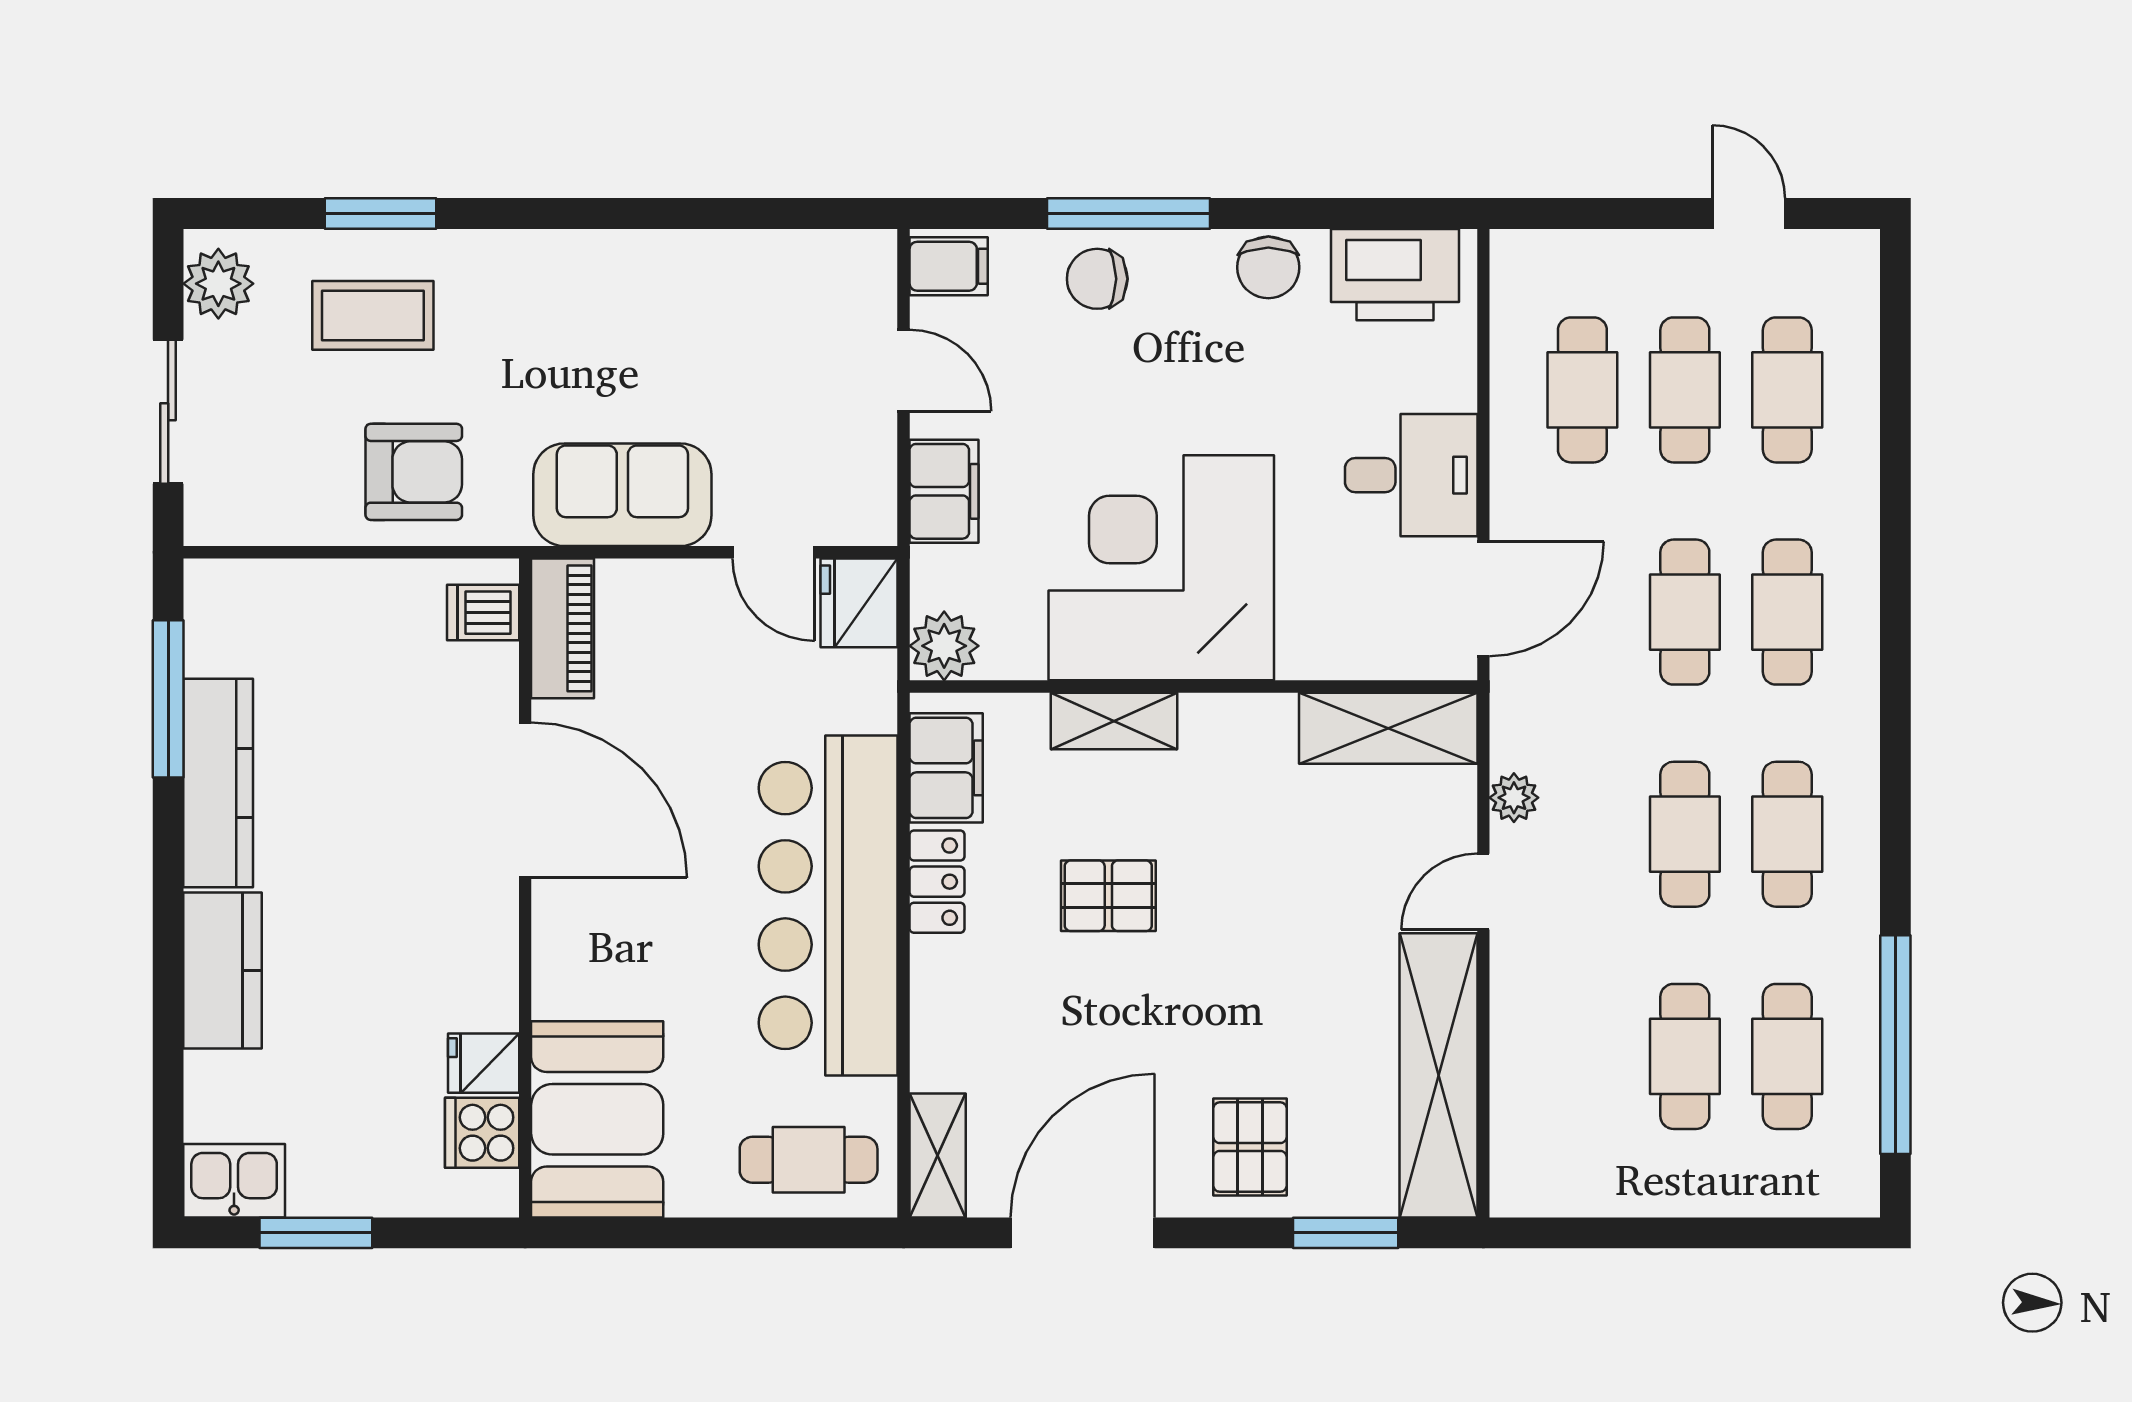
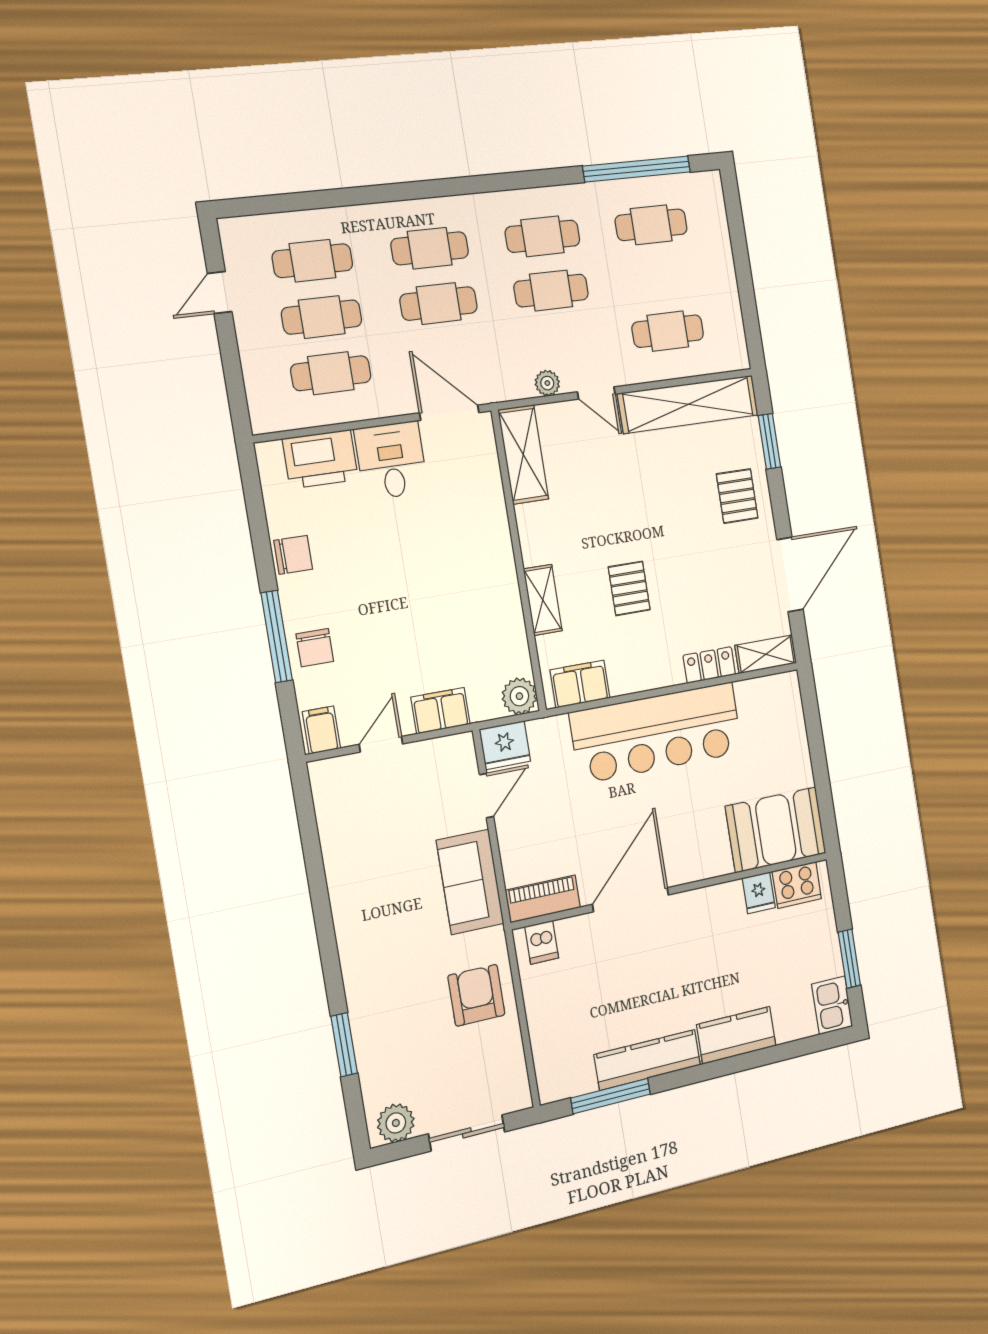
printer: (1395, 275) -> (320, 459), moved, turned 90
coffee table: (373, 315) -> (399, 1036), removed
corner desk: (1161, 568) -> (461, 588), removed
locker: (937, 882) -> (709, 665), moved
cafe table: (1685, 1056) -> (668, 331), moved
cooker: (482, 1133) -> (797, 885), width x1.36
pallet: (1250, 1147) -> (737, 496), turned 90
cafe table: (809, 1160) -> (778, 719), removed
door: (1083, 1233) -> (790, 575), swing flipped

